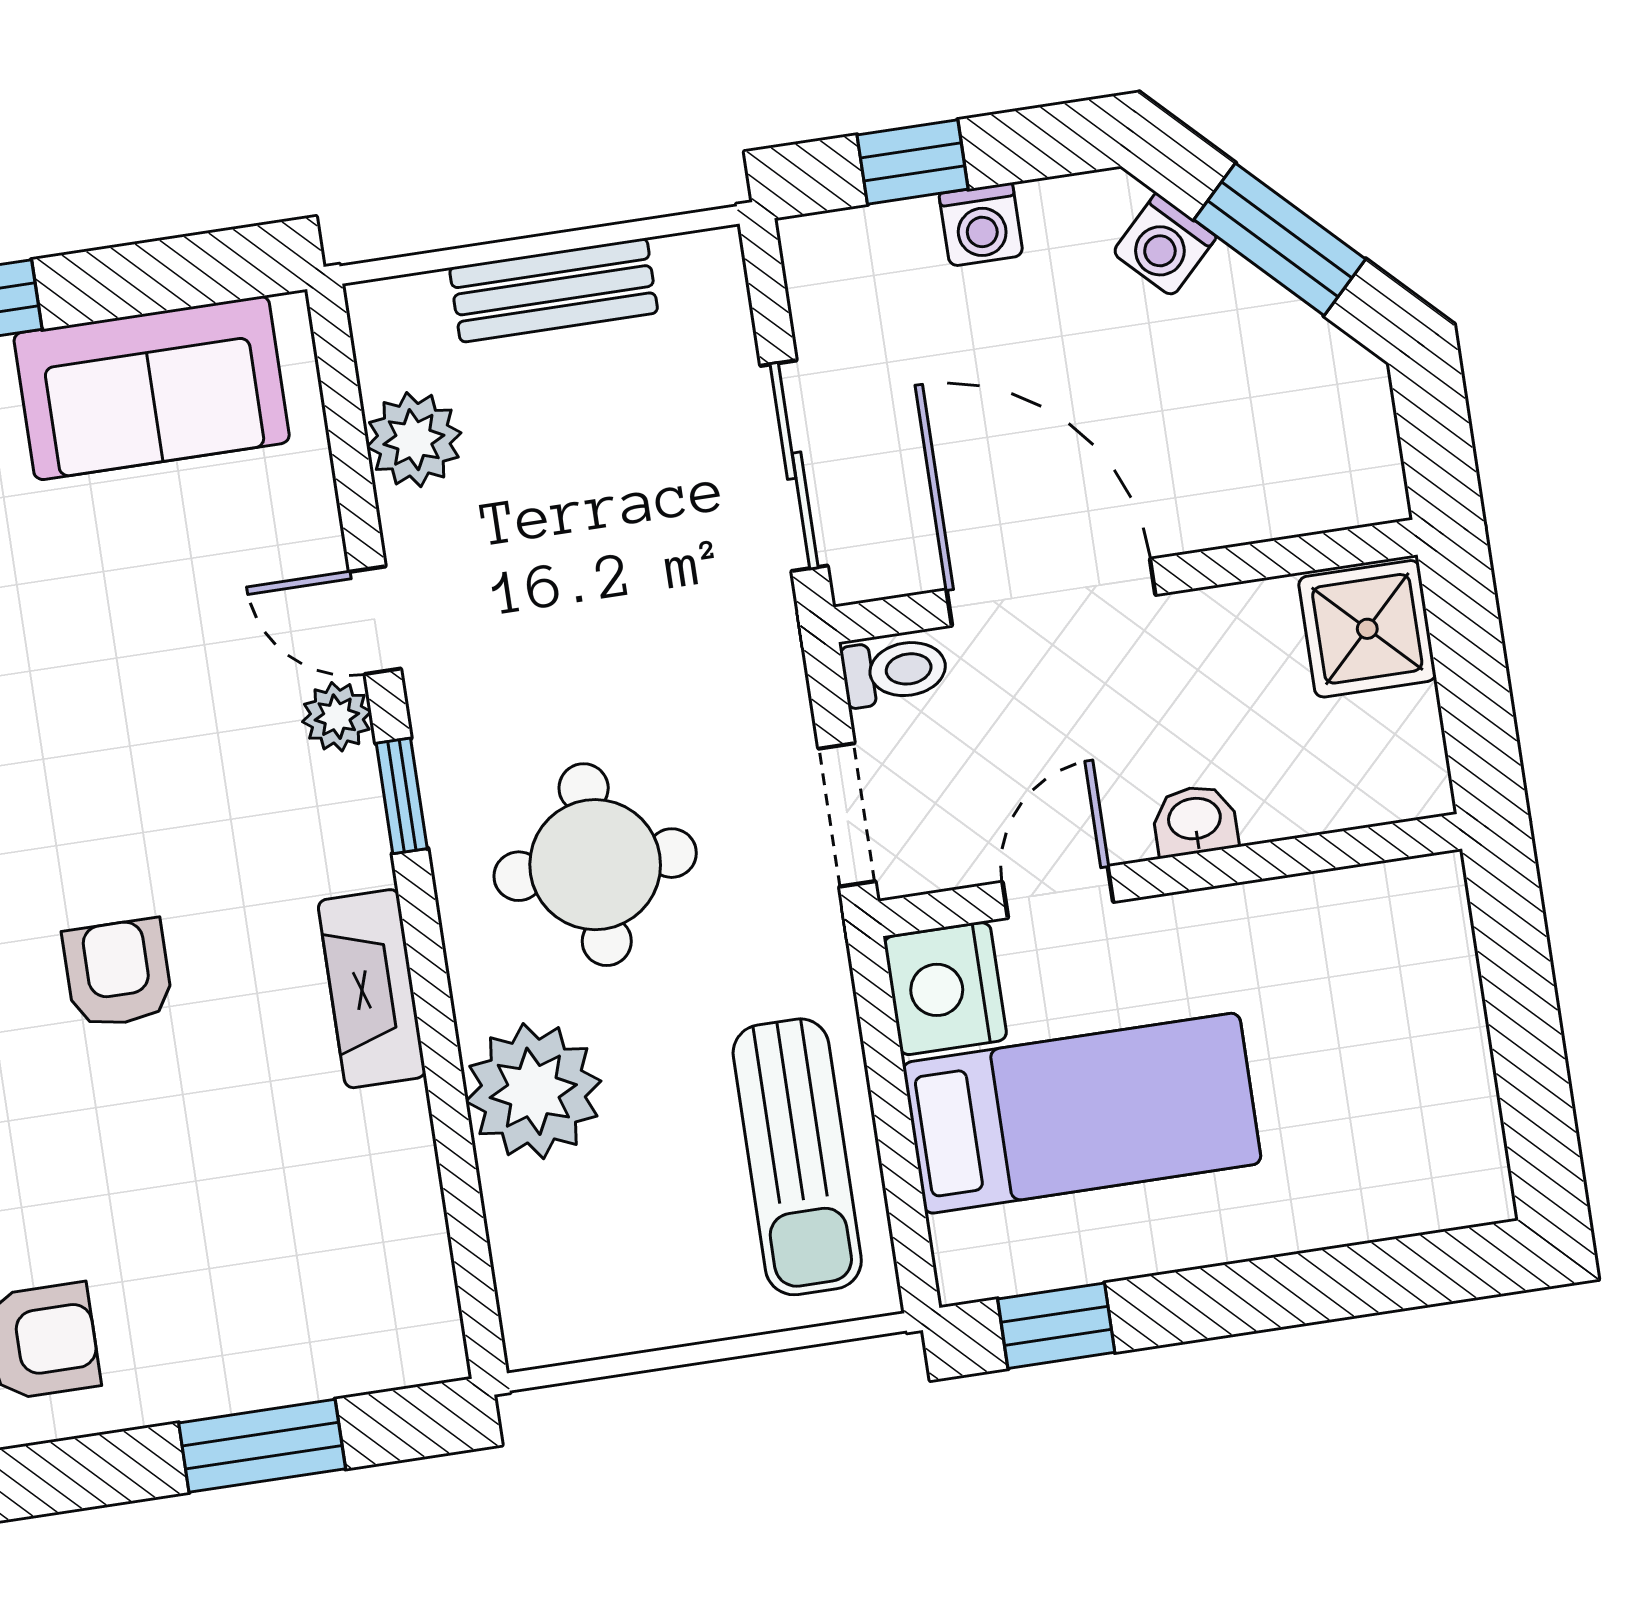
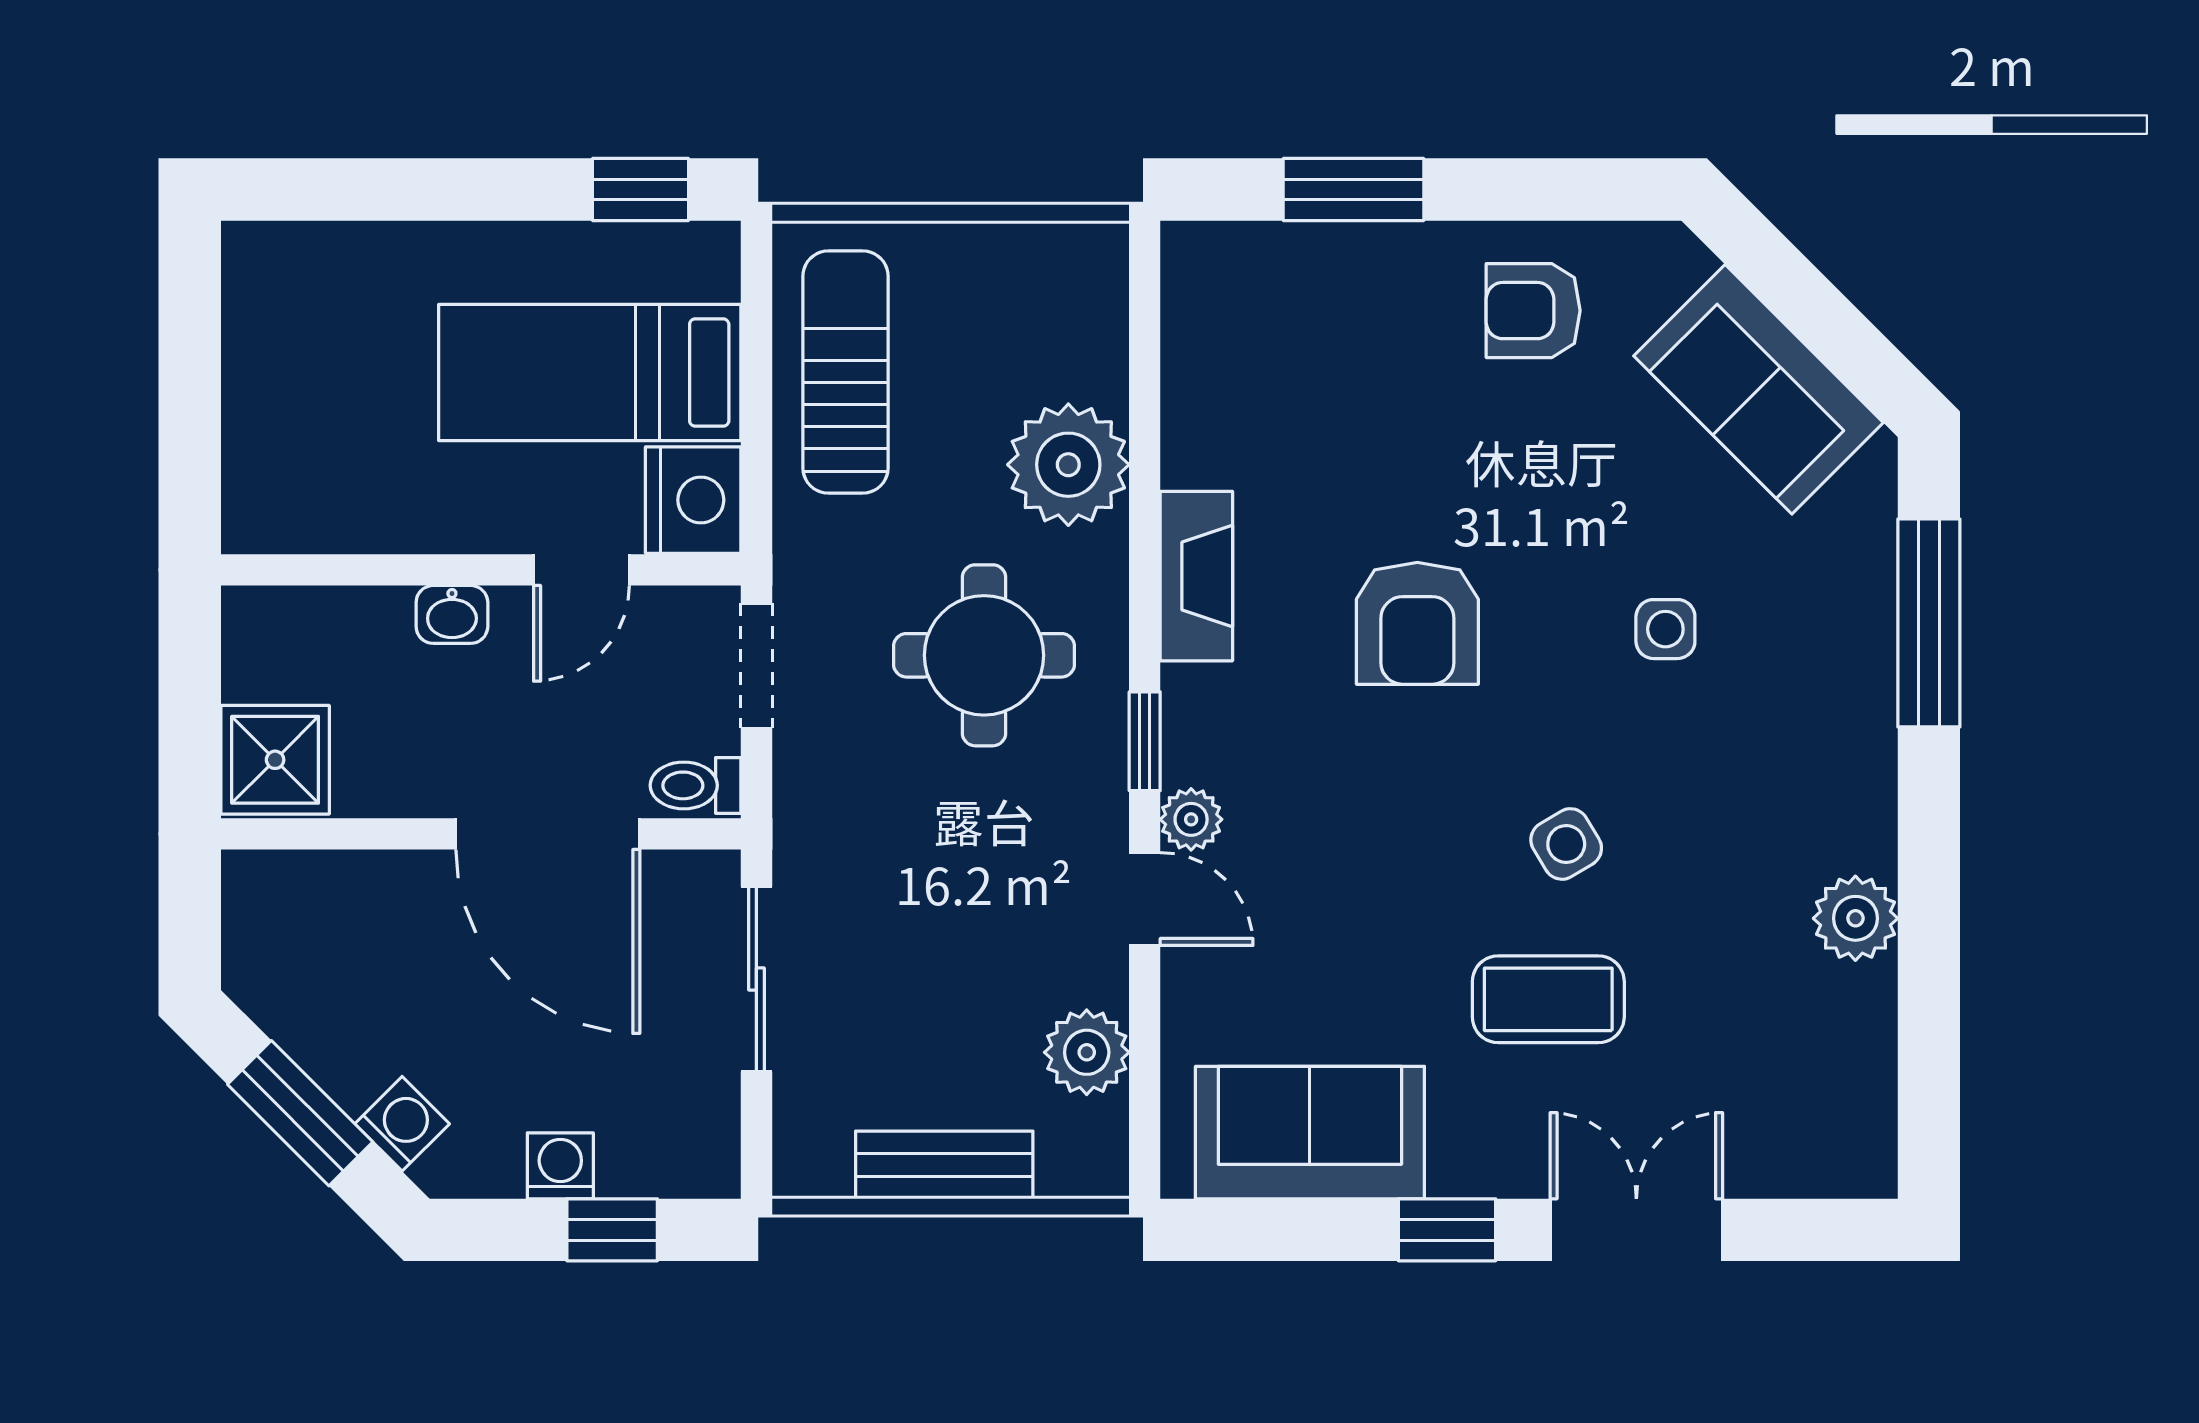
armchair: (118, 973) -> (1417, 623), width x1.38, depth x1.38

